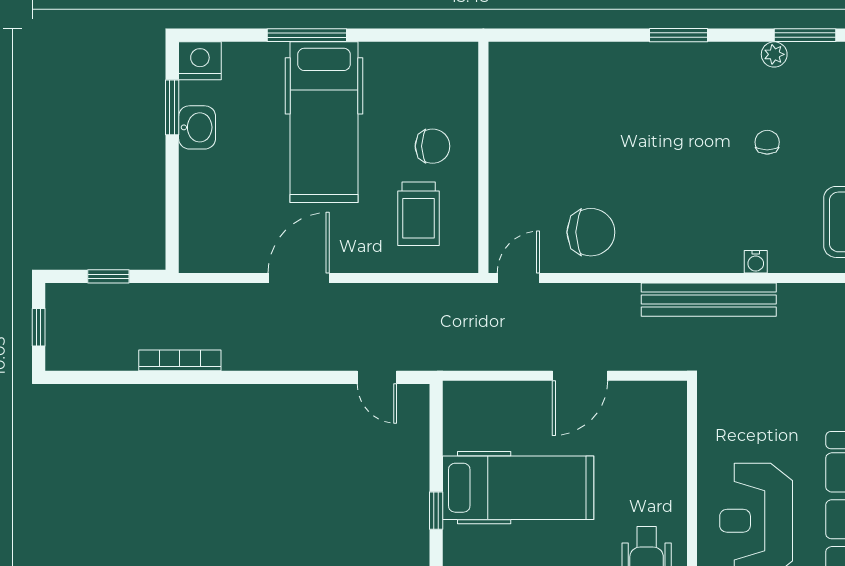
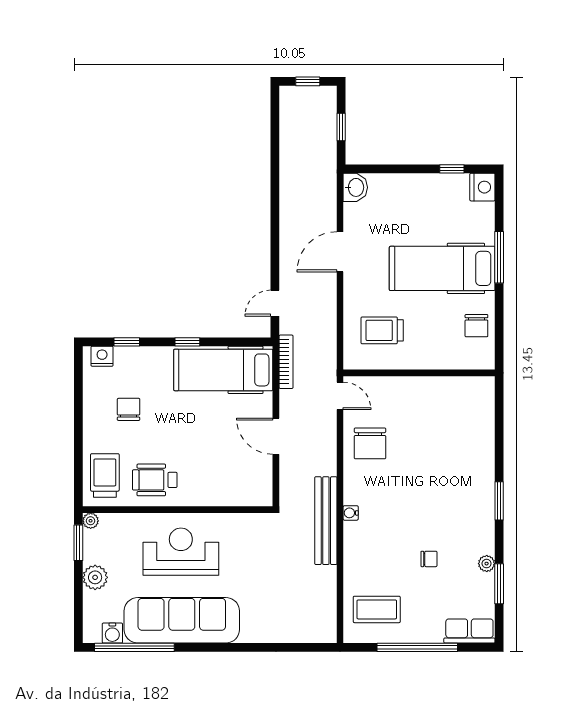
window: (172, 107) -> (452, 169), width x0.67
washbasin: (197, 127) -> (355, 187), moved, turned -90
chair: (432, 146) -> (476, 326), moved
water cooler: (756, 262) -> (351, 513), moved
door: (299, 278) -> (340, 252), swing flipped
bookcase: (180, 360) -> (286, 362), moved
hospital bed: (518, 488) -> (223, 370), moved, turned 90

